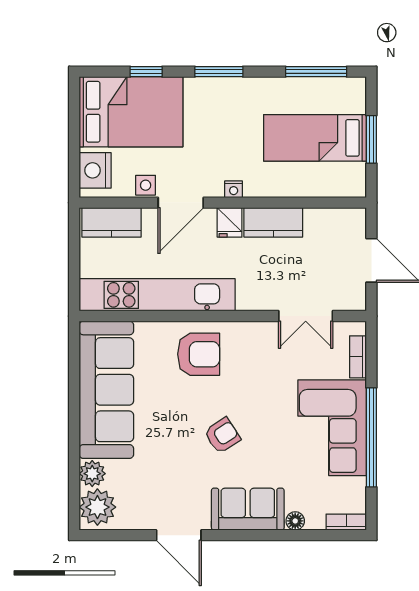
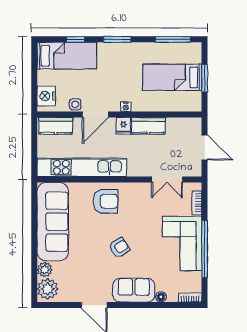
bed: (131, 112) -> (67, 56), width x0.67

